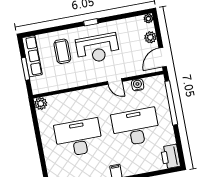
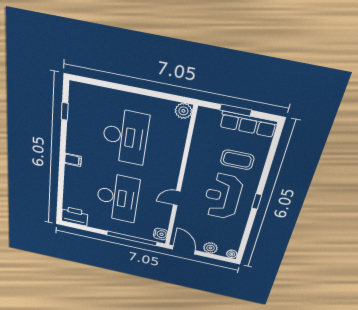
water cooler: (138, 85) -> (160, 234), moved

